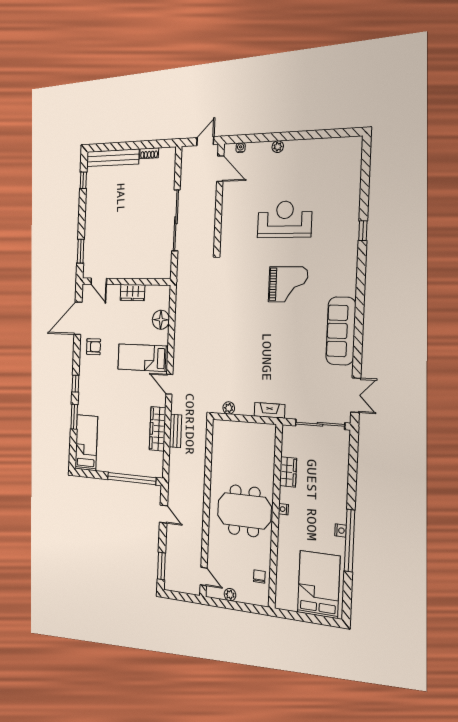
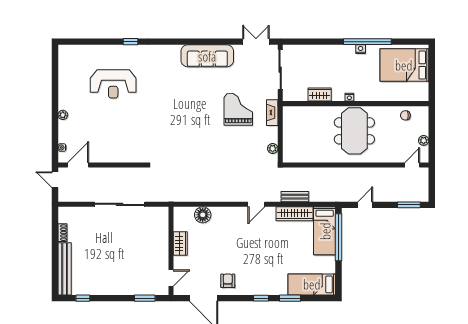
reception desk: (285, 219) -> (113, 84), moved, turned -90
grand piano: (288, 284) -> (238, 109), moved
bed: (143, 358) -> (325, 231), moved

